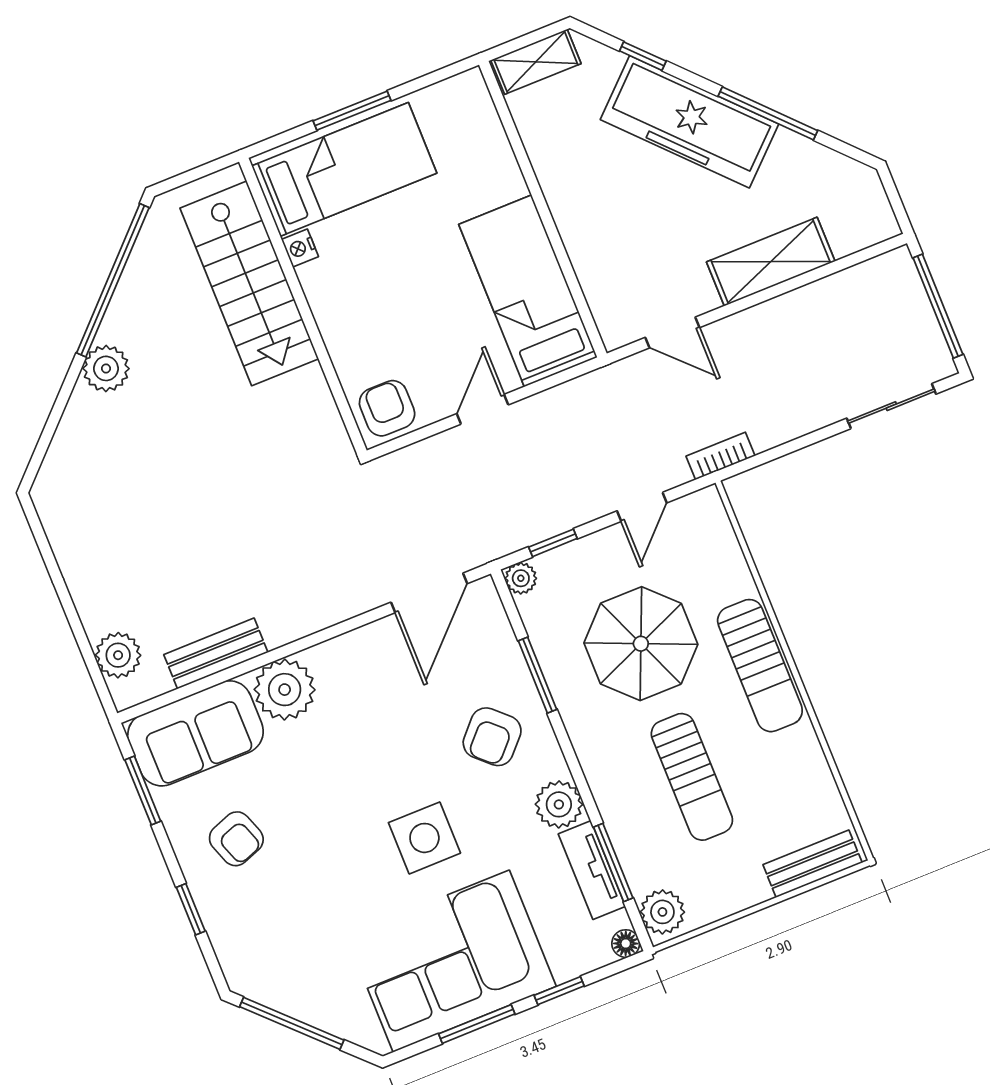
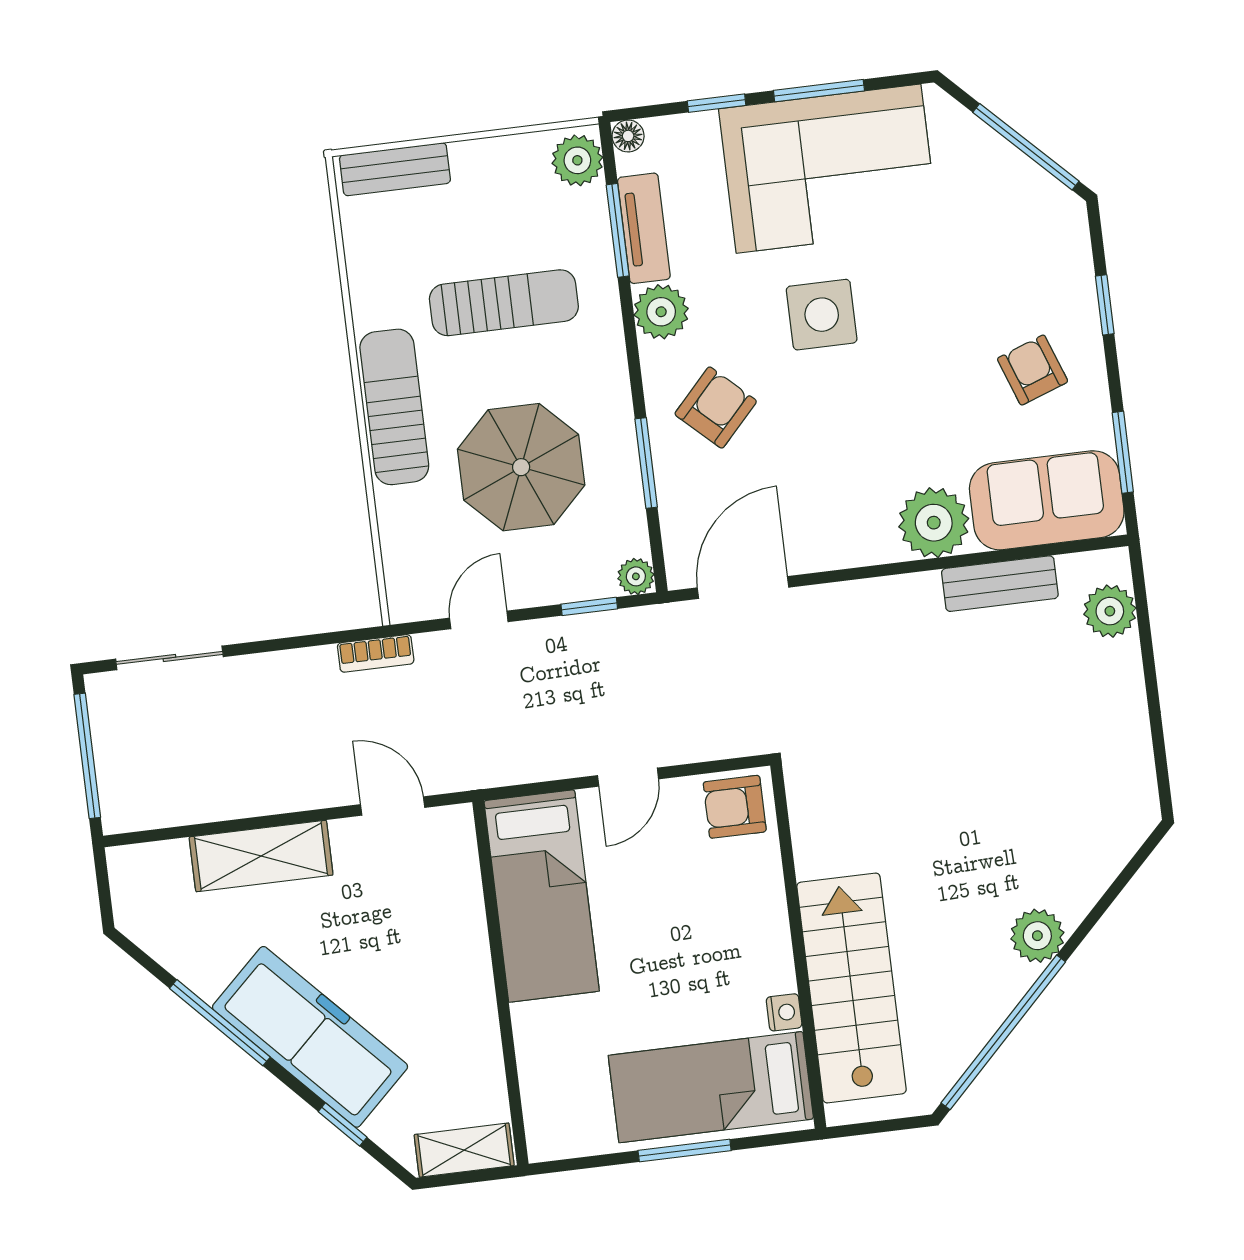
armchair: (387, 408) -> (735, 807), turned 90
sun lounger: (692, 777) -> (504, 303), turned 90

